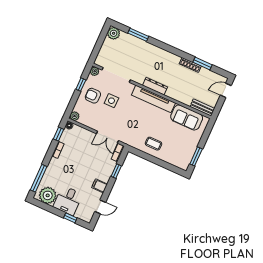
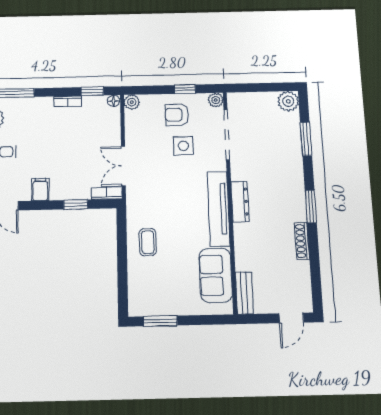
window: (202, 64) -> (311, 206), moved
door: (226, 90) -> (291, 318), swing flipped
armchair: (93, 96) -> (177, 115), turned -90

